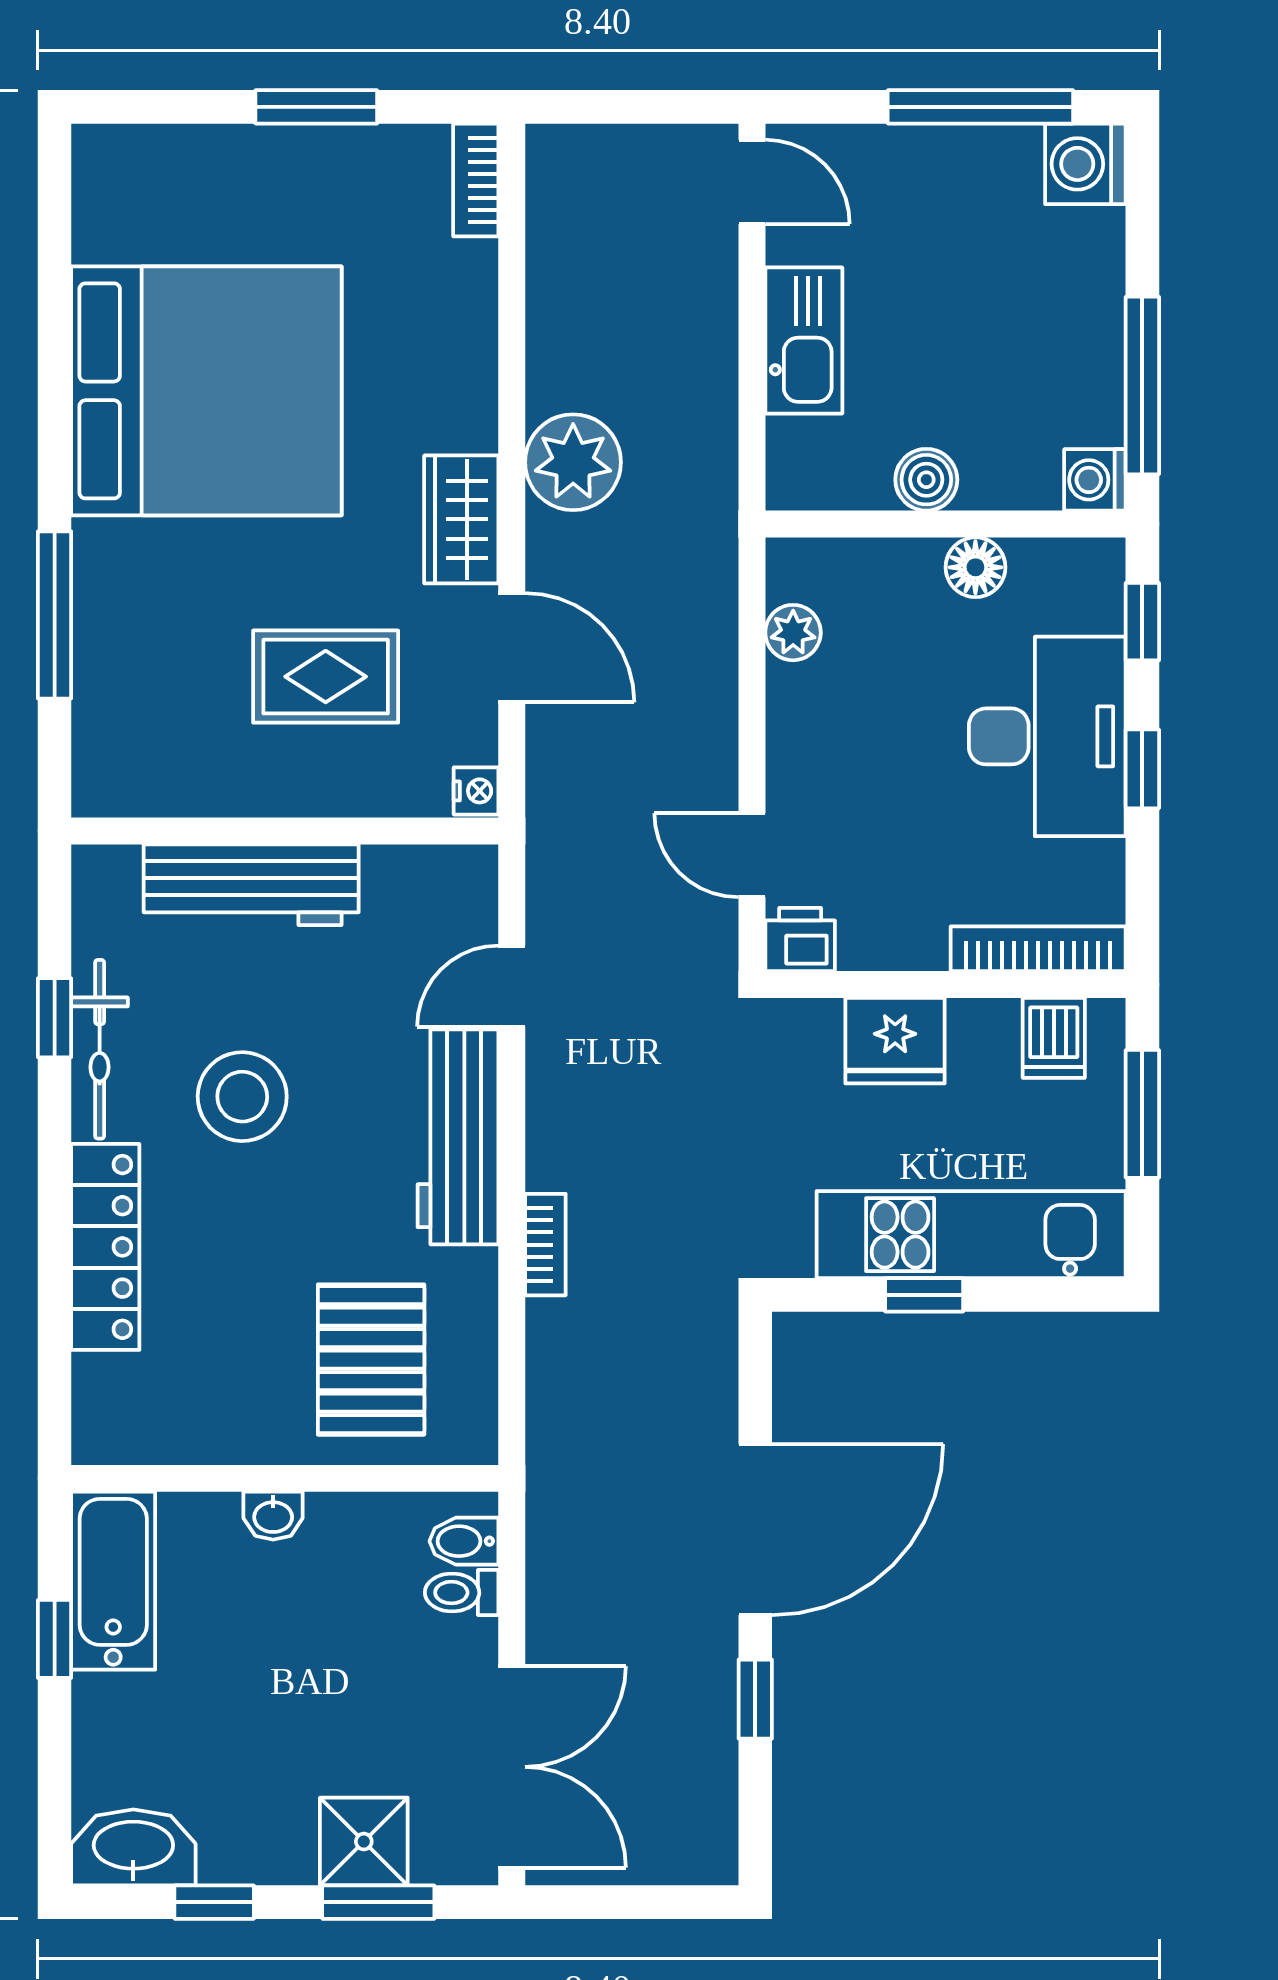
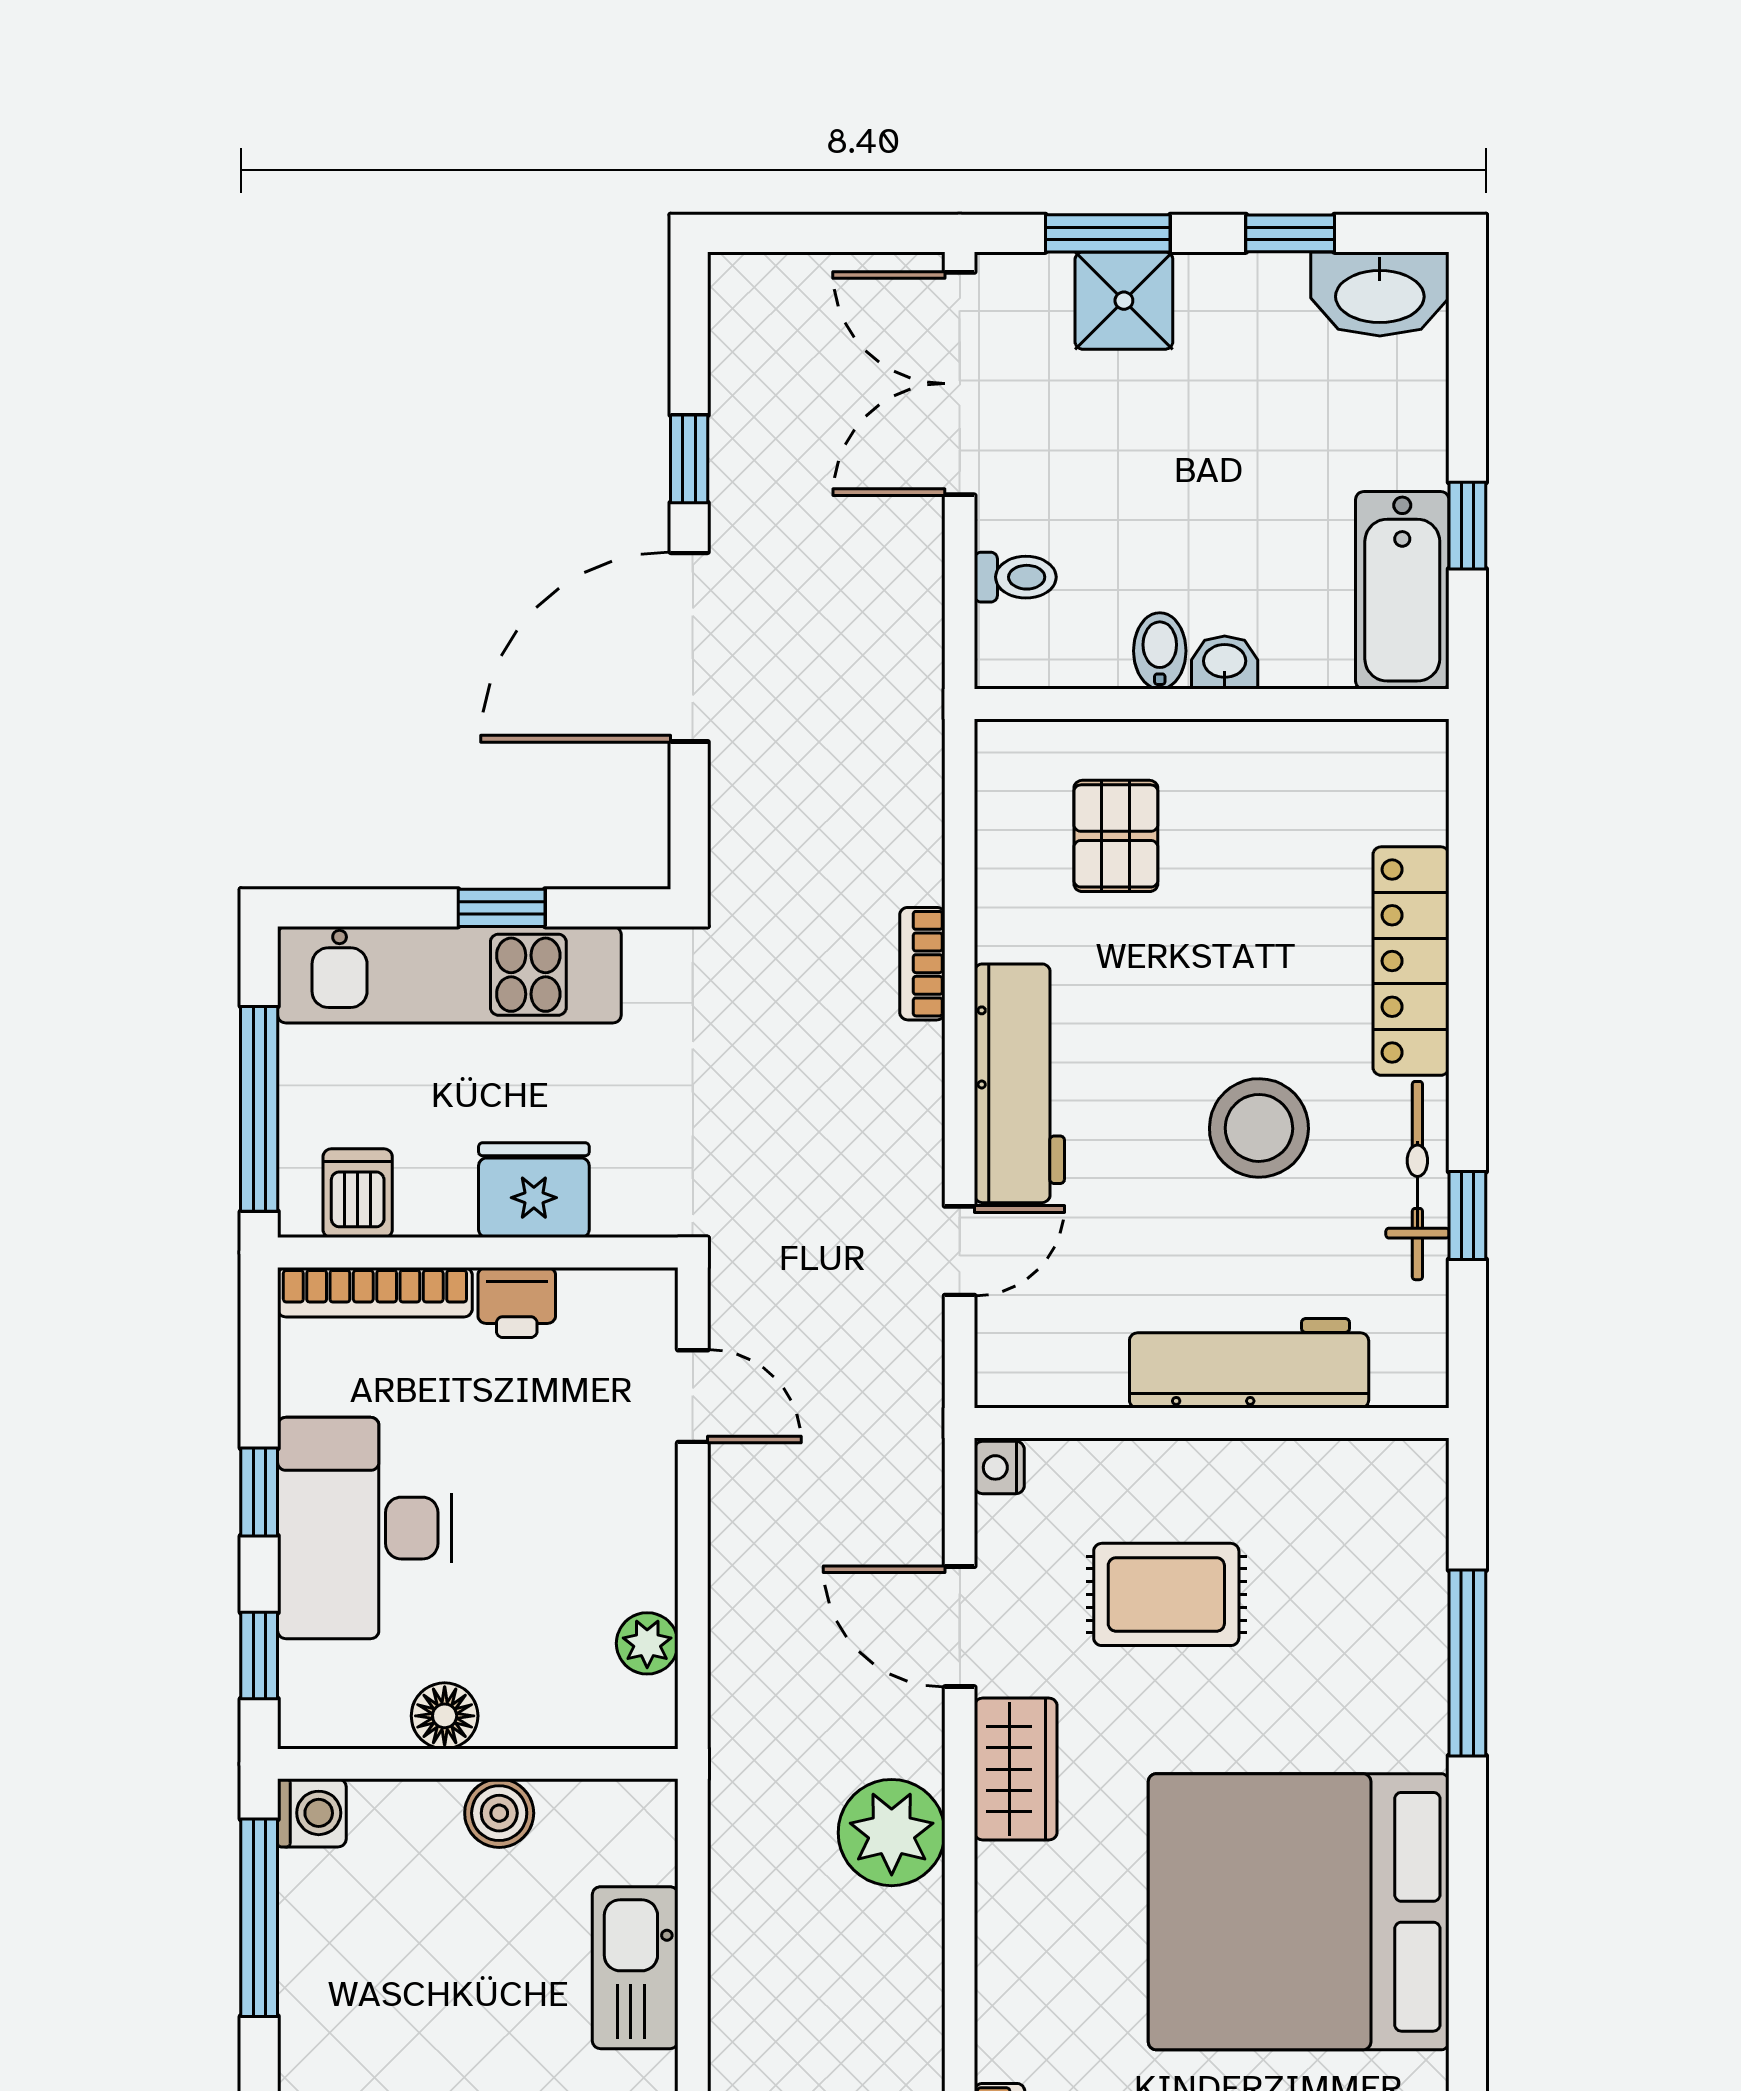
printer: (800, 939) -> (517, 1302), moved
window: (1142, 1114) -> (259, 1109), width x1.44
pallet: (371, 1360) -> (1116, 836), width x0.67, depth x0.71
bidet: (464, 1541) -> (1160, 651), moved, turned -90

